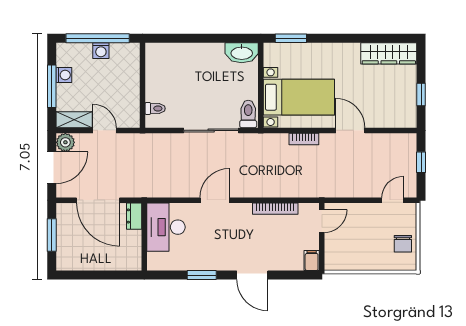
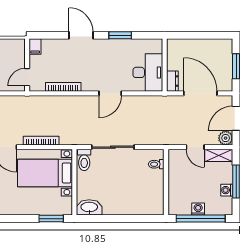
bookcase: (304, 139) -> (41, 141), width x1.56

